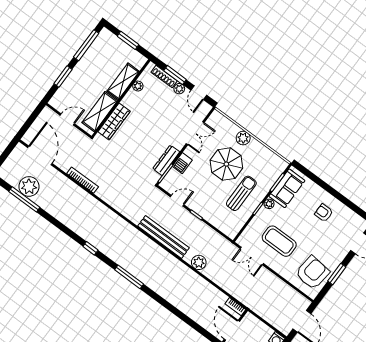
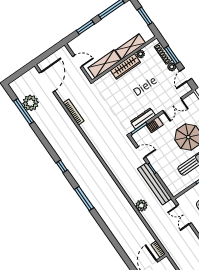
wardrobe: (114, 121) -> (125, 66), moved
bench: (164, 237) -> (155, 184), moved

